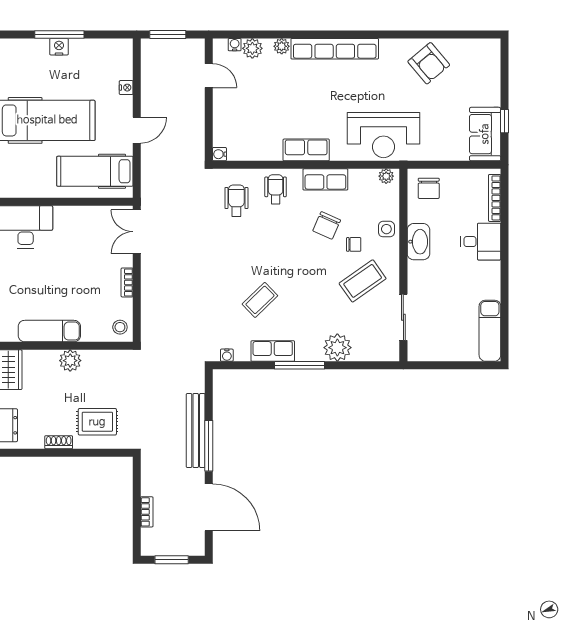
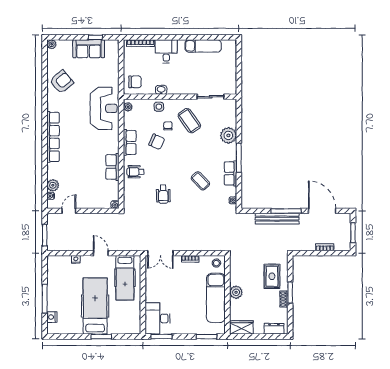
plant: (282, 46) -> (52, 44), moved
nightstand: (59, 47) -> (52, 317), moved
sofa: (485, 134) -> (89, 49), moved
row of seats: (306, 150) -> (112, 167), moved
wheelchair: (236, 201) -> (163, 194), moved, turned -91
washbasin: (418, 242) -> (161, 90), width x0.52, depth x0.69
exam couch: (49, 331) -> (216, 298), width x1.36, depth x1.45
exam couch: (490, 331) -> (203, 46), moved
window: (70, 453) -> (290, 292), added
door: (209, 507) -> (322, 211), hinge flipped

